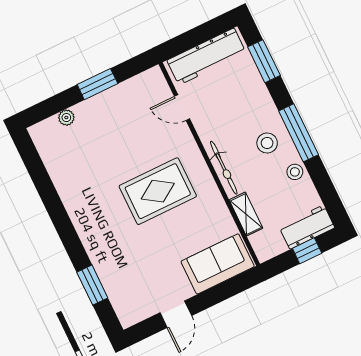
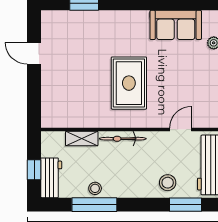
window: (299, 133) -> (94, 205), moved
stool: (267, 143) -> (168, 183), moved
sofa: (218, 264) -> (176, 25), moved, turned 90

